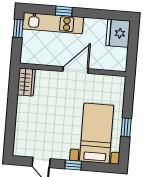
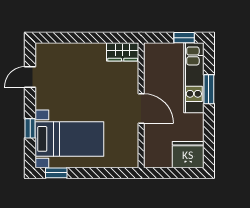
window: (64, 11) -> (209, 89), width x1.50
window: (126, 127) -> (56, 173), moved
window: (73, 165) -> (30, 128), moved

